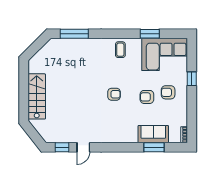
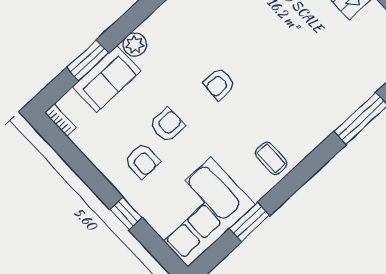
armchair: (168, 92) -> (142, 161), turned 90
plant: (131, 137) -> (135, 45), added

